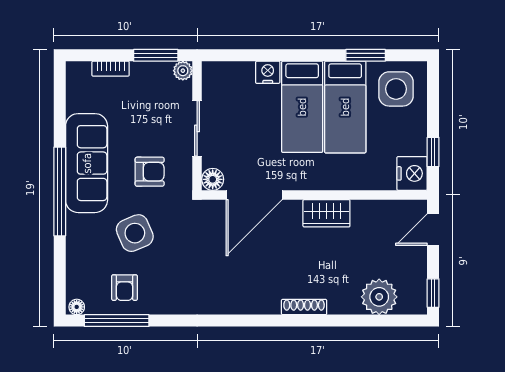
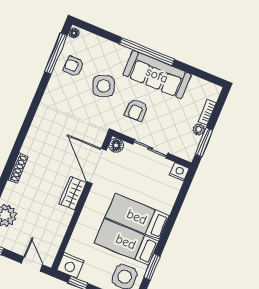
plant: (183, 71) -> (199, 129), moved
nightstand: (268, 72) -> (179, 172), moved, turned -90
wardrobe: (326, 213) -> (73, 193), moved

